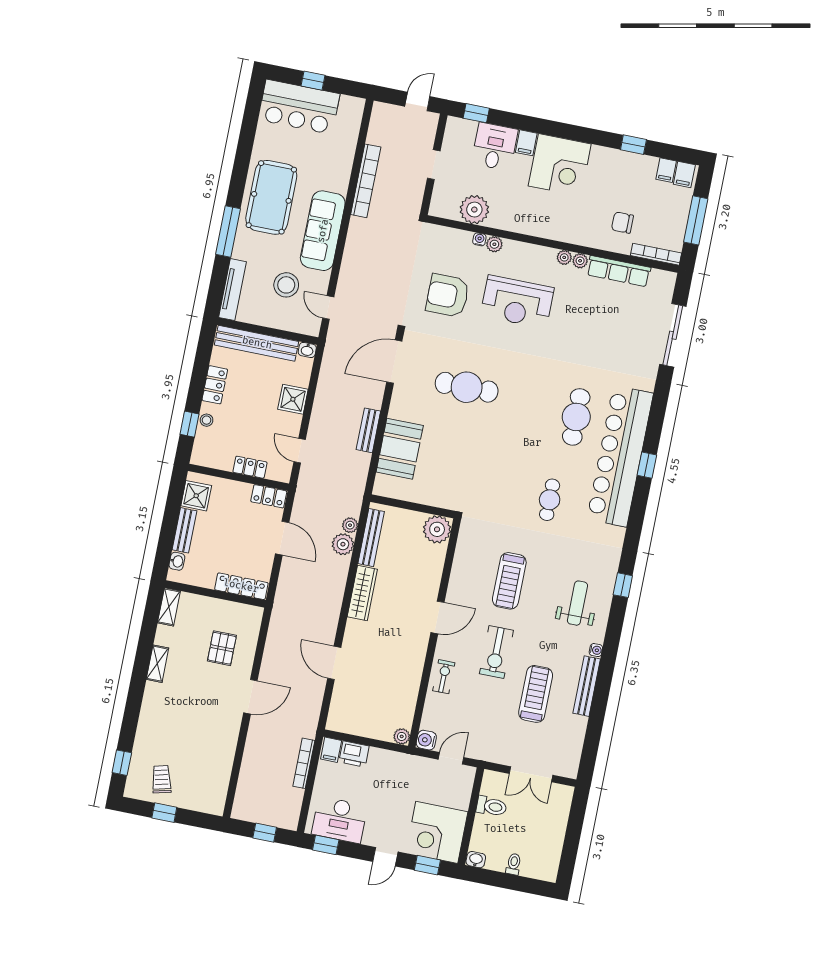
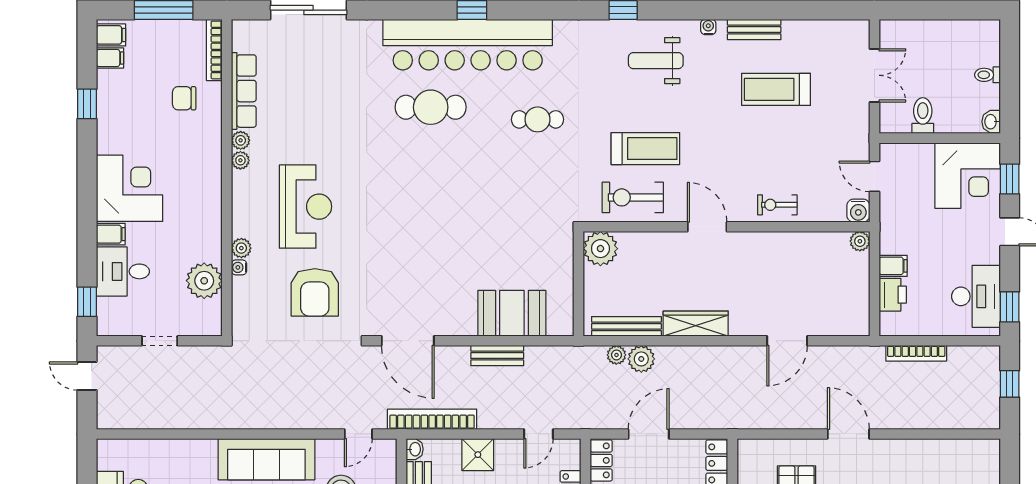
bookcase: (366, 181) -> (432, 419), moved
chair: (622, 223) -> (184, 98), turned 90
cafe table: (467, 387) -> (421, 247), removed
exercise bike: (496, 652) -> (633, 197), moved, turned 180
bench: (587, 686) -> (754, 29), width x0.73
filing cabinet: (331, 750) -> (893, 266), moved

